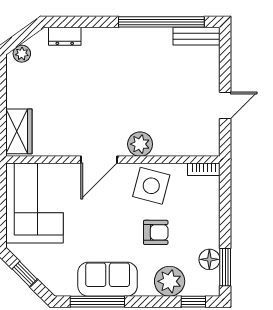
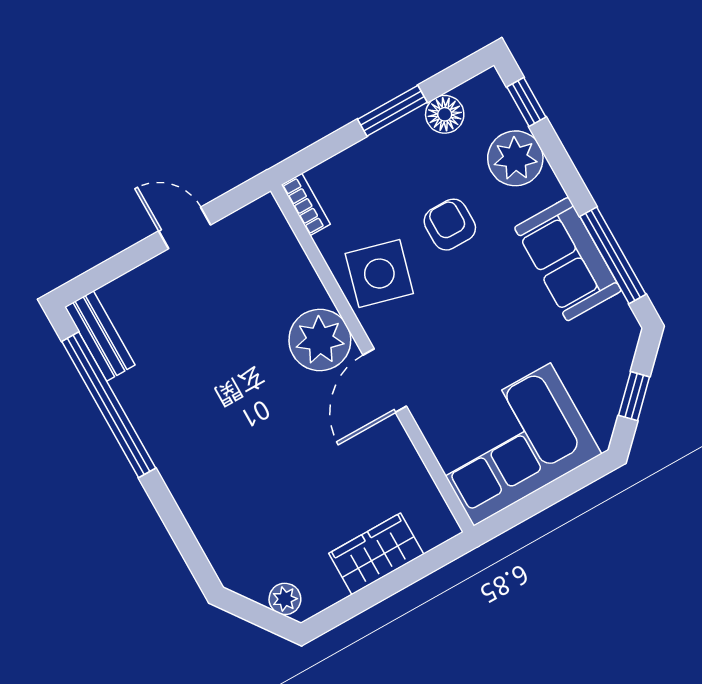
dresser: (65, 36) -> (219, 546), removed
wardrobe: (19, 131) -> (376, 554), moved
plant: (140, 144) -> (320, 340), width x1.36, depth x1.36
door: (99, 160) -> (385, 381), swing flipped
window: (225, 267) -> (392, 111), moved

